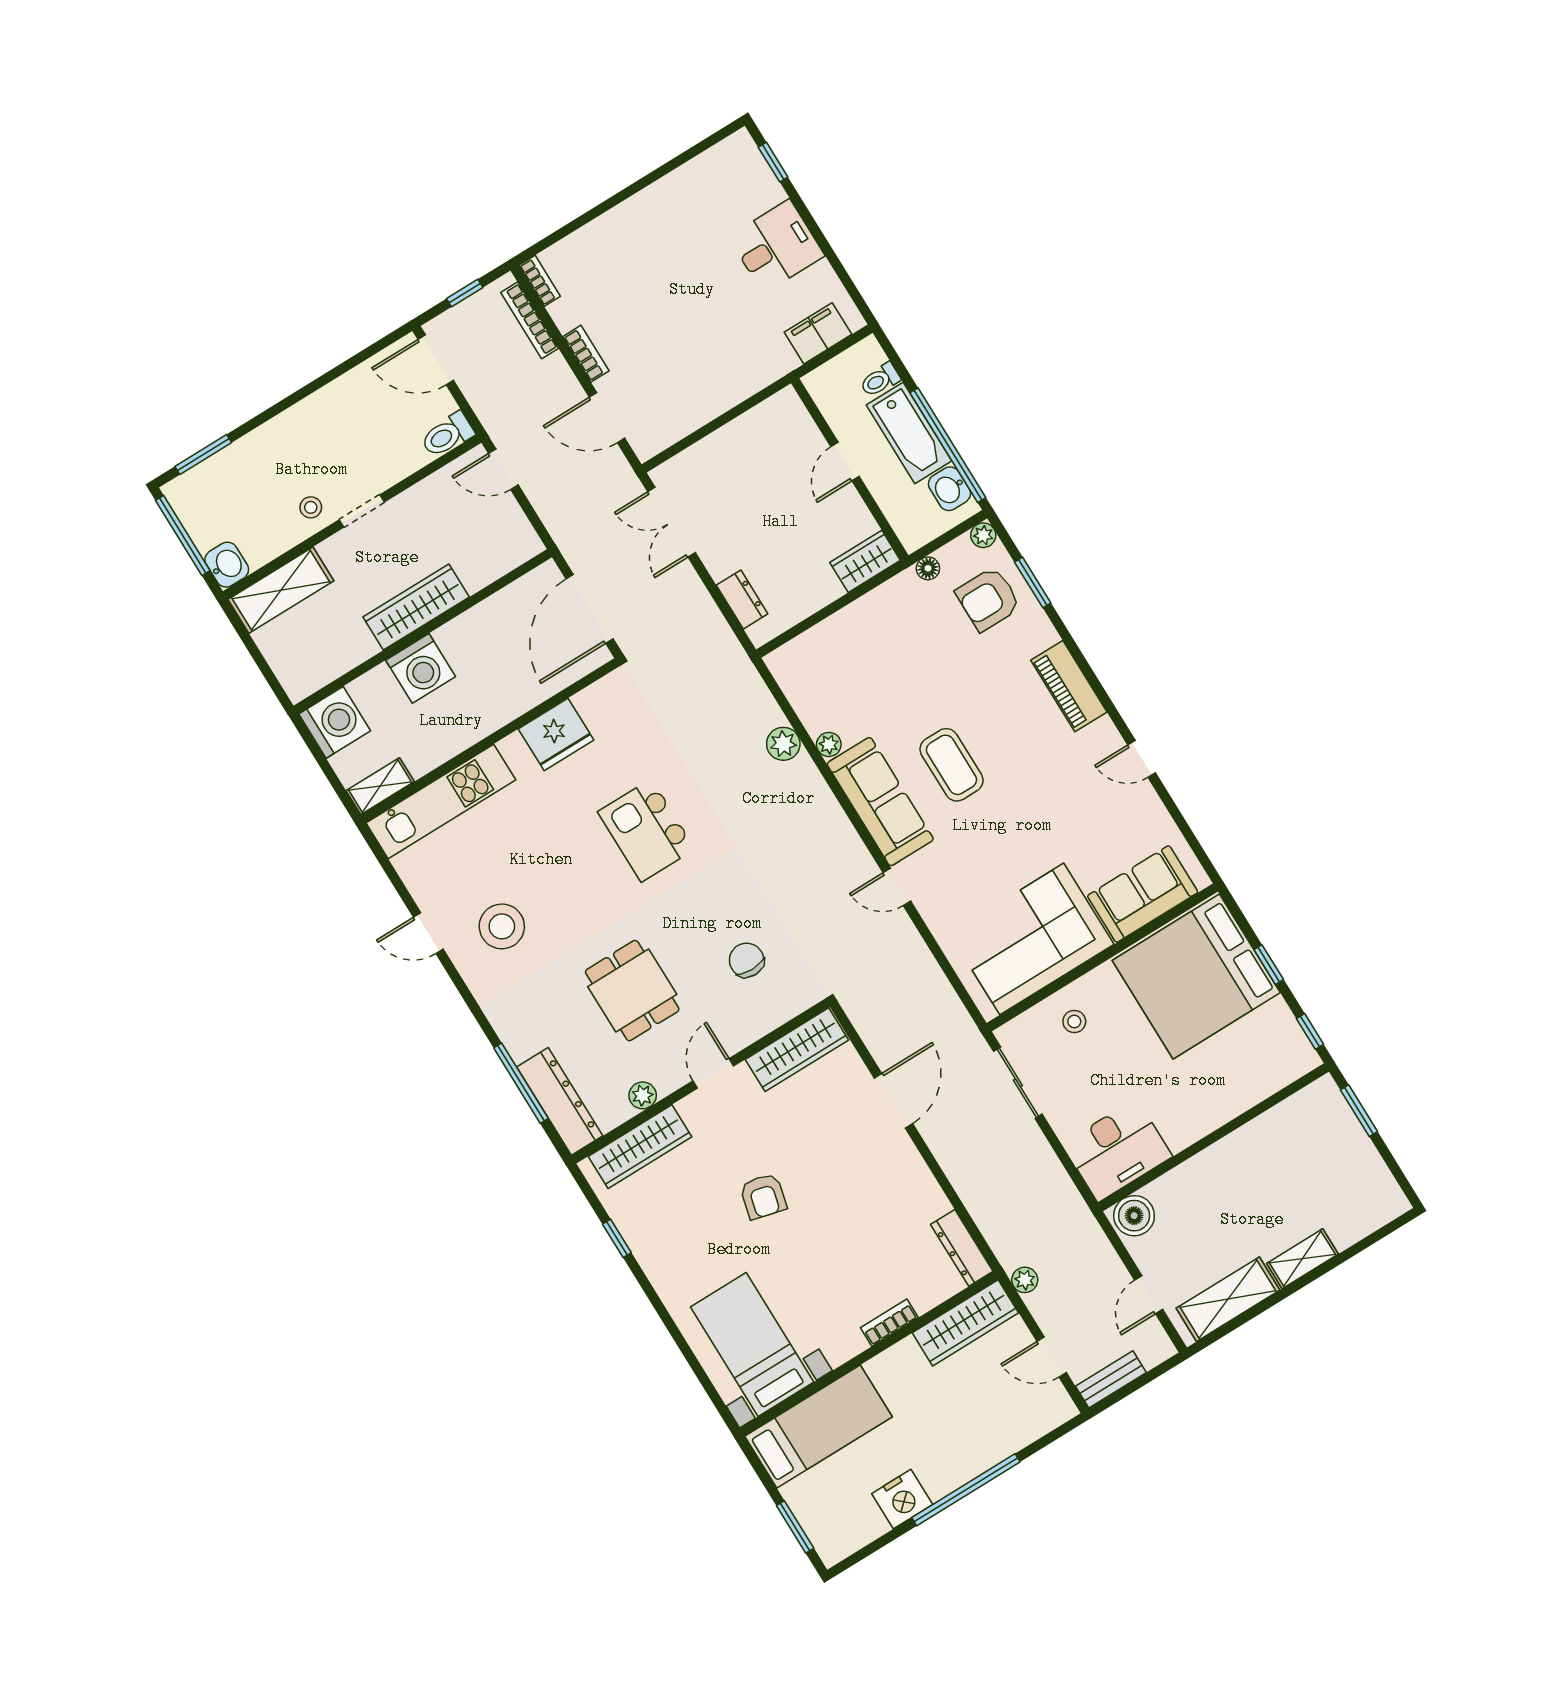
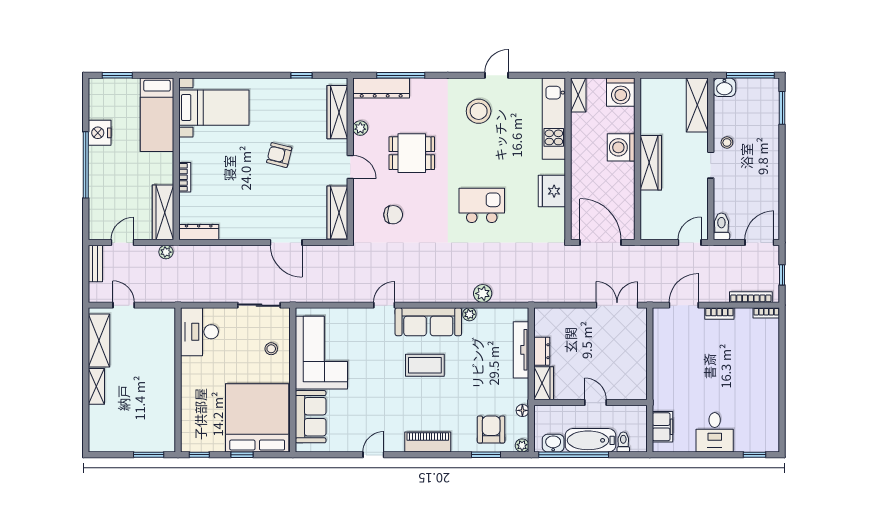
dresser: (742, 599) -> (542, 351), moved, turned -90
tv unit: (834, 629) -> (521, 350), added
boiler: (1134, 1216) -> (164, 321), removed

